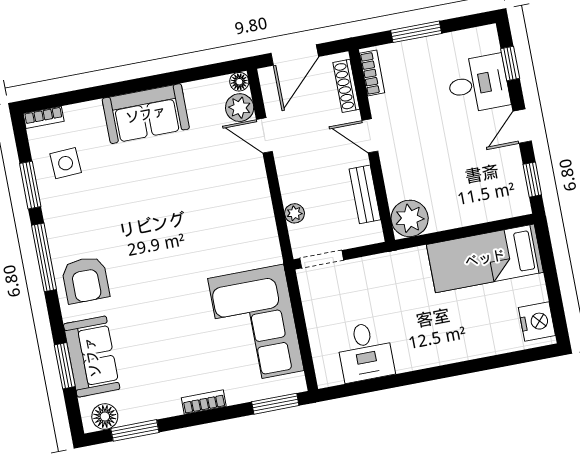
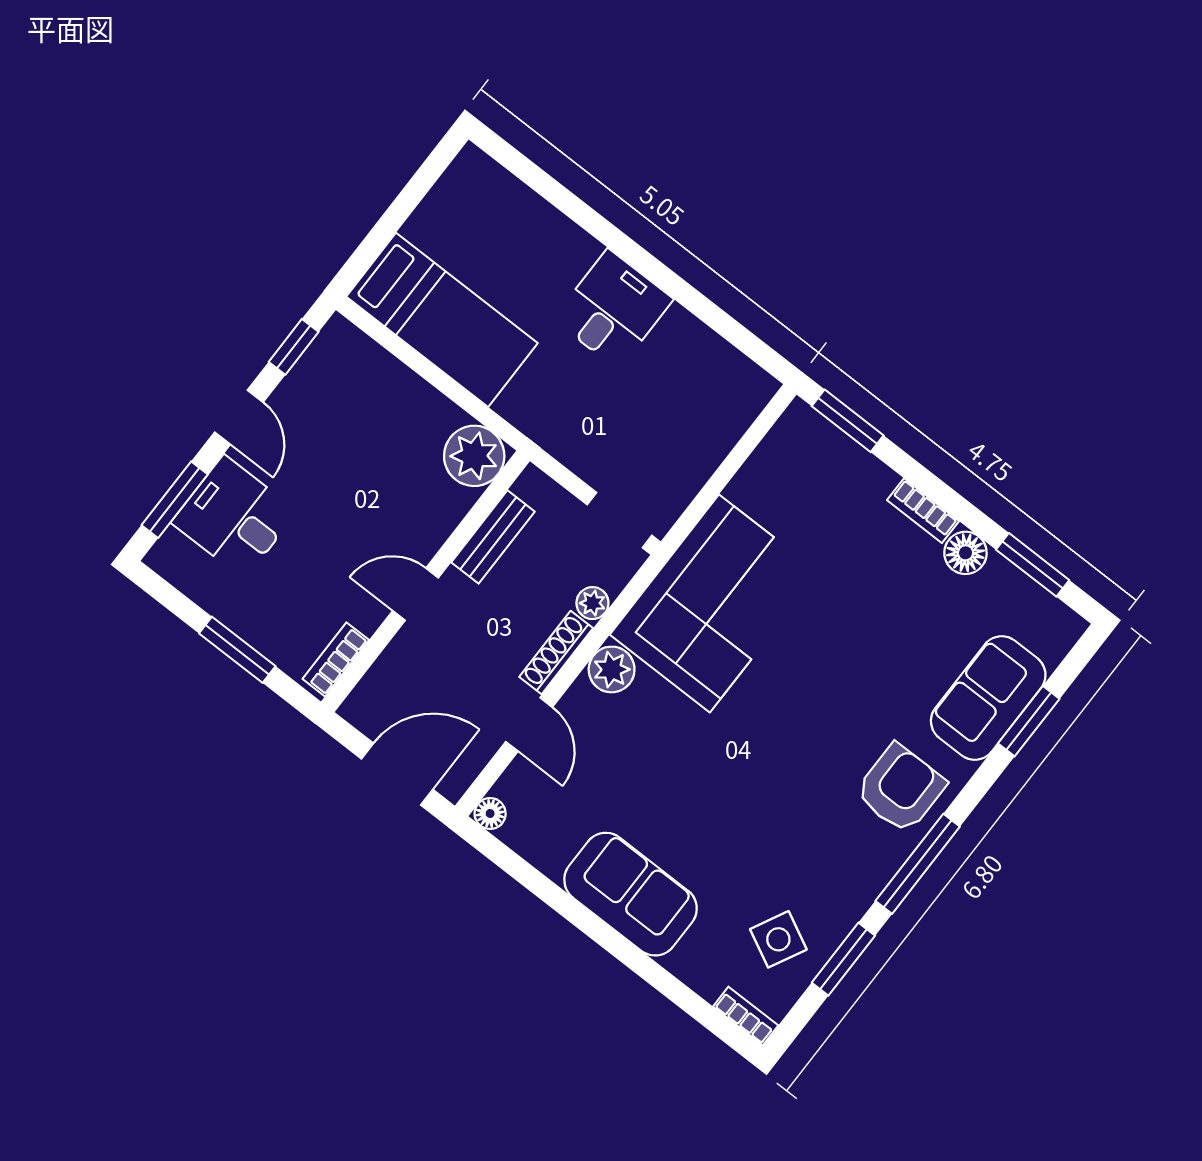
window: (510, 63) -> (175, 500), width x1.50
shoe rack: (346, 86) -> (556, 653), moved, turned 180
plant: (240, 108) -> (612, 669), moved
door: (522, 126) -> (239, 417), hinge flipped
door: (370, 136) -> (415, 594), swing flipped
side table: (66, 163) -> (778, 939), turned 30
nightstand: (537, 322) -> (463, 188), removed
corner sofa: (256, 325) -> (714, 603), moved
desk: (365, 352) -> (613, 309), moved
floor lamp: (105, 416) -> (965, 553), moved

